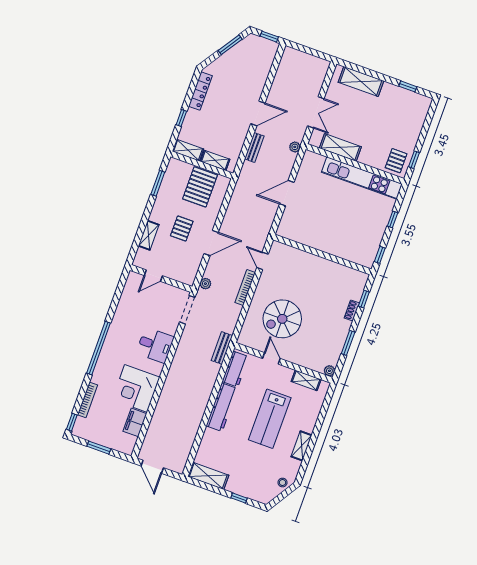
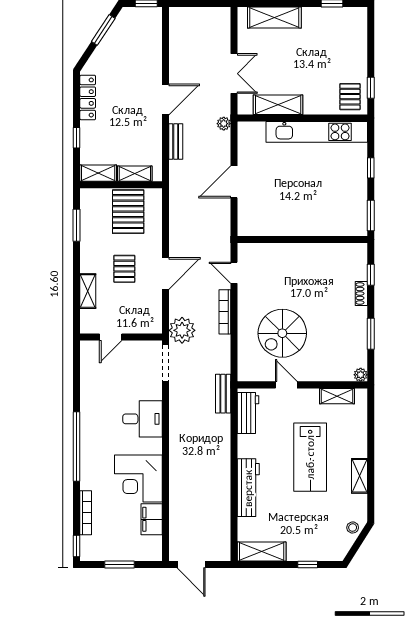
window: (380, 255) -> (371, 216), width x1.50
plant: (205, 284) -> (182, 330), width x1.87, depth x1.87
workbench: (222, 407) -> (248, 488), moved

